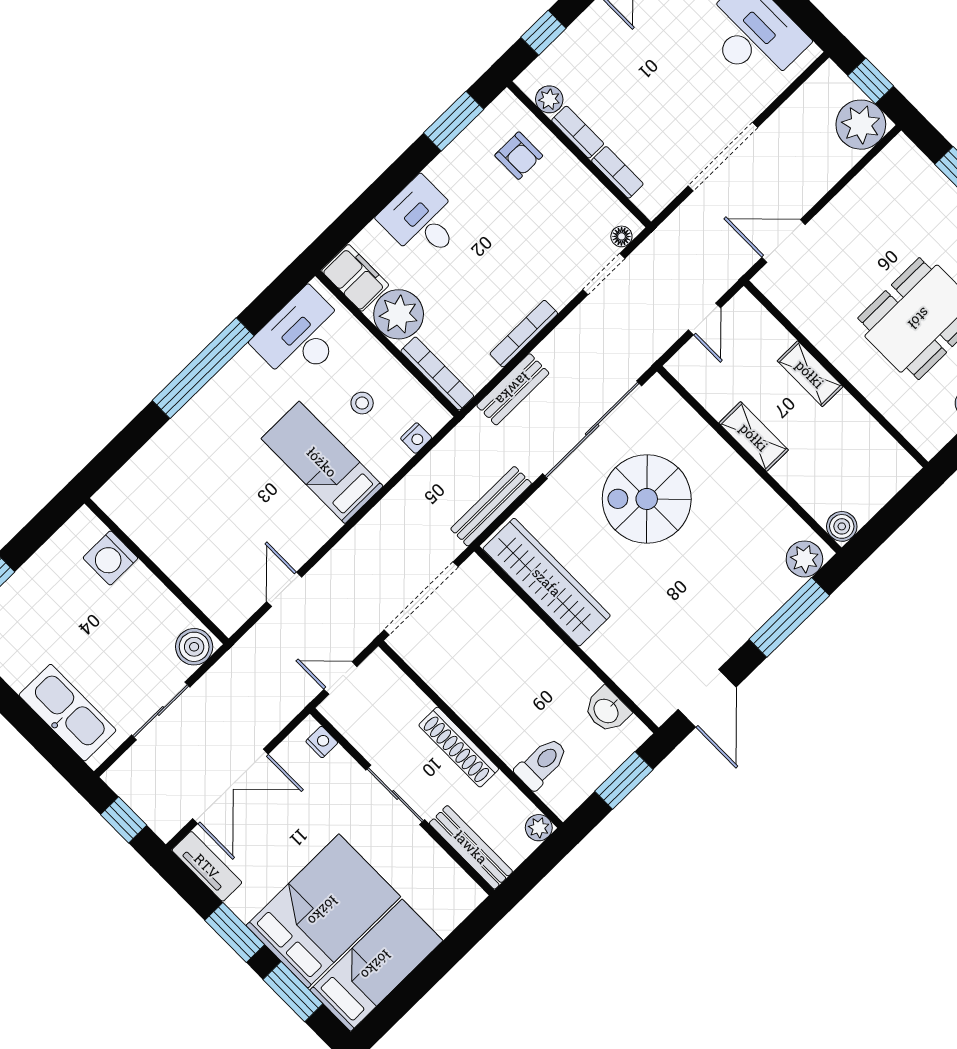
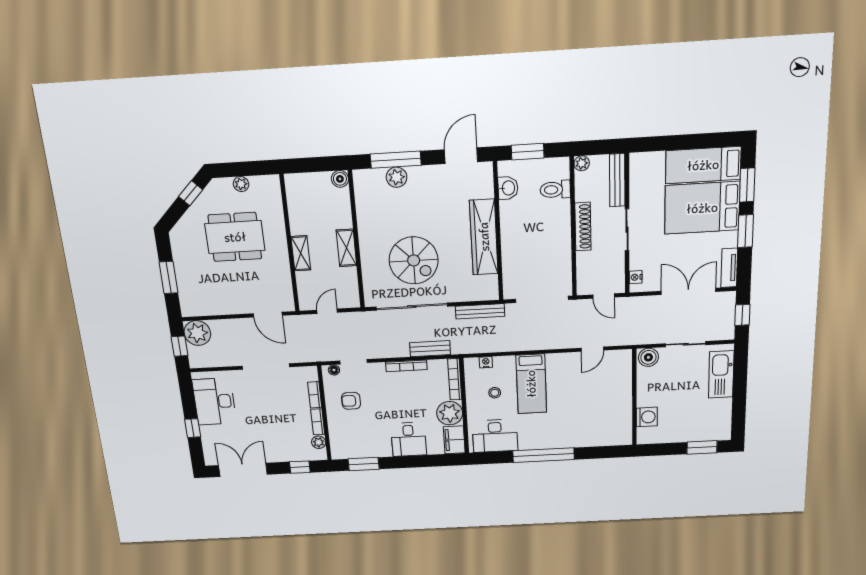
armchair: (519, 156) -> (351, 401), moved, turned -90
plant: (804, 559) -> (397, 177), moved
wardrobe: (547, 582) -> (484, 237), moved

